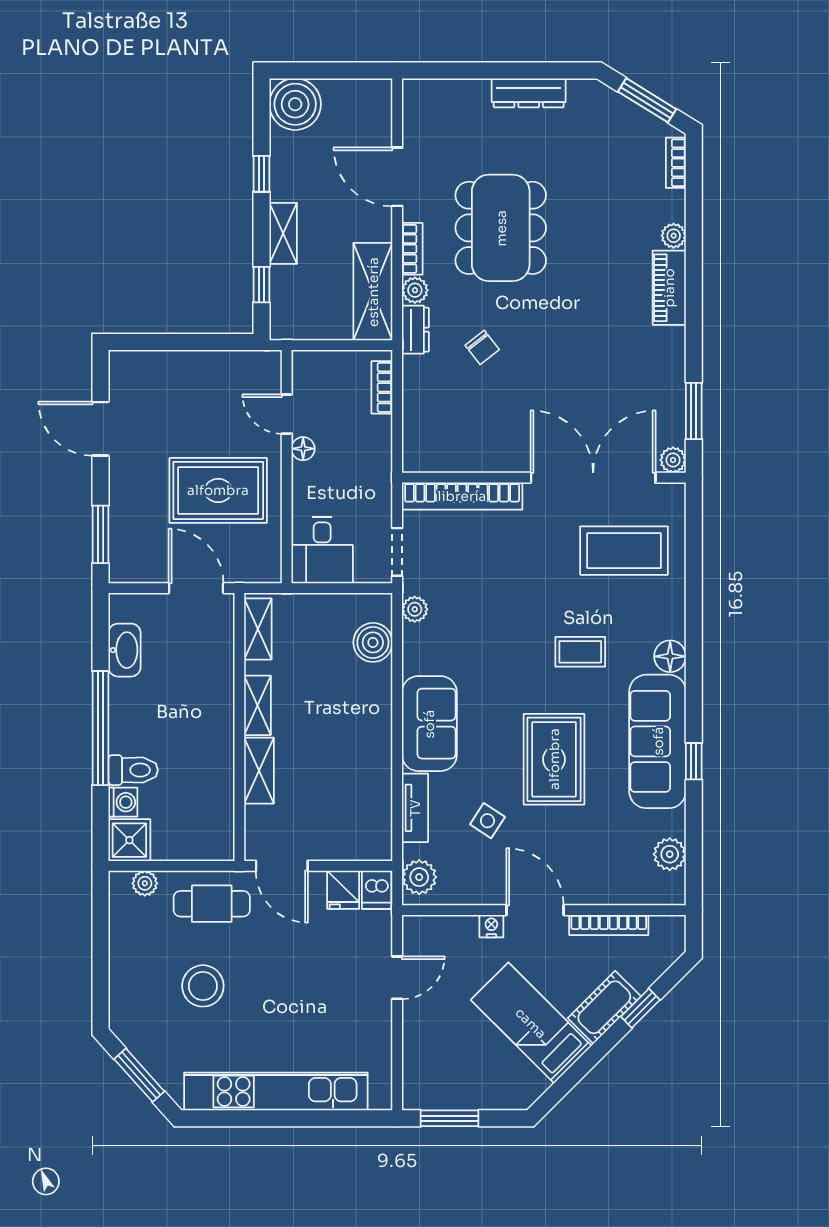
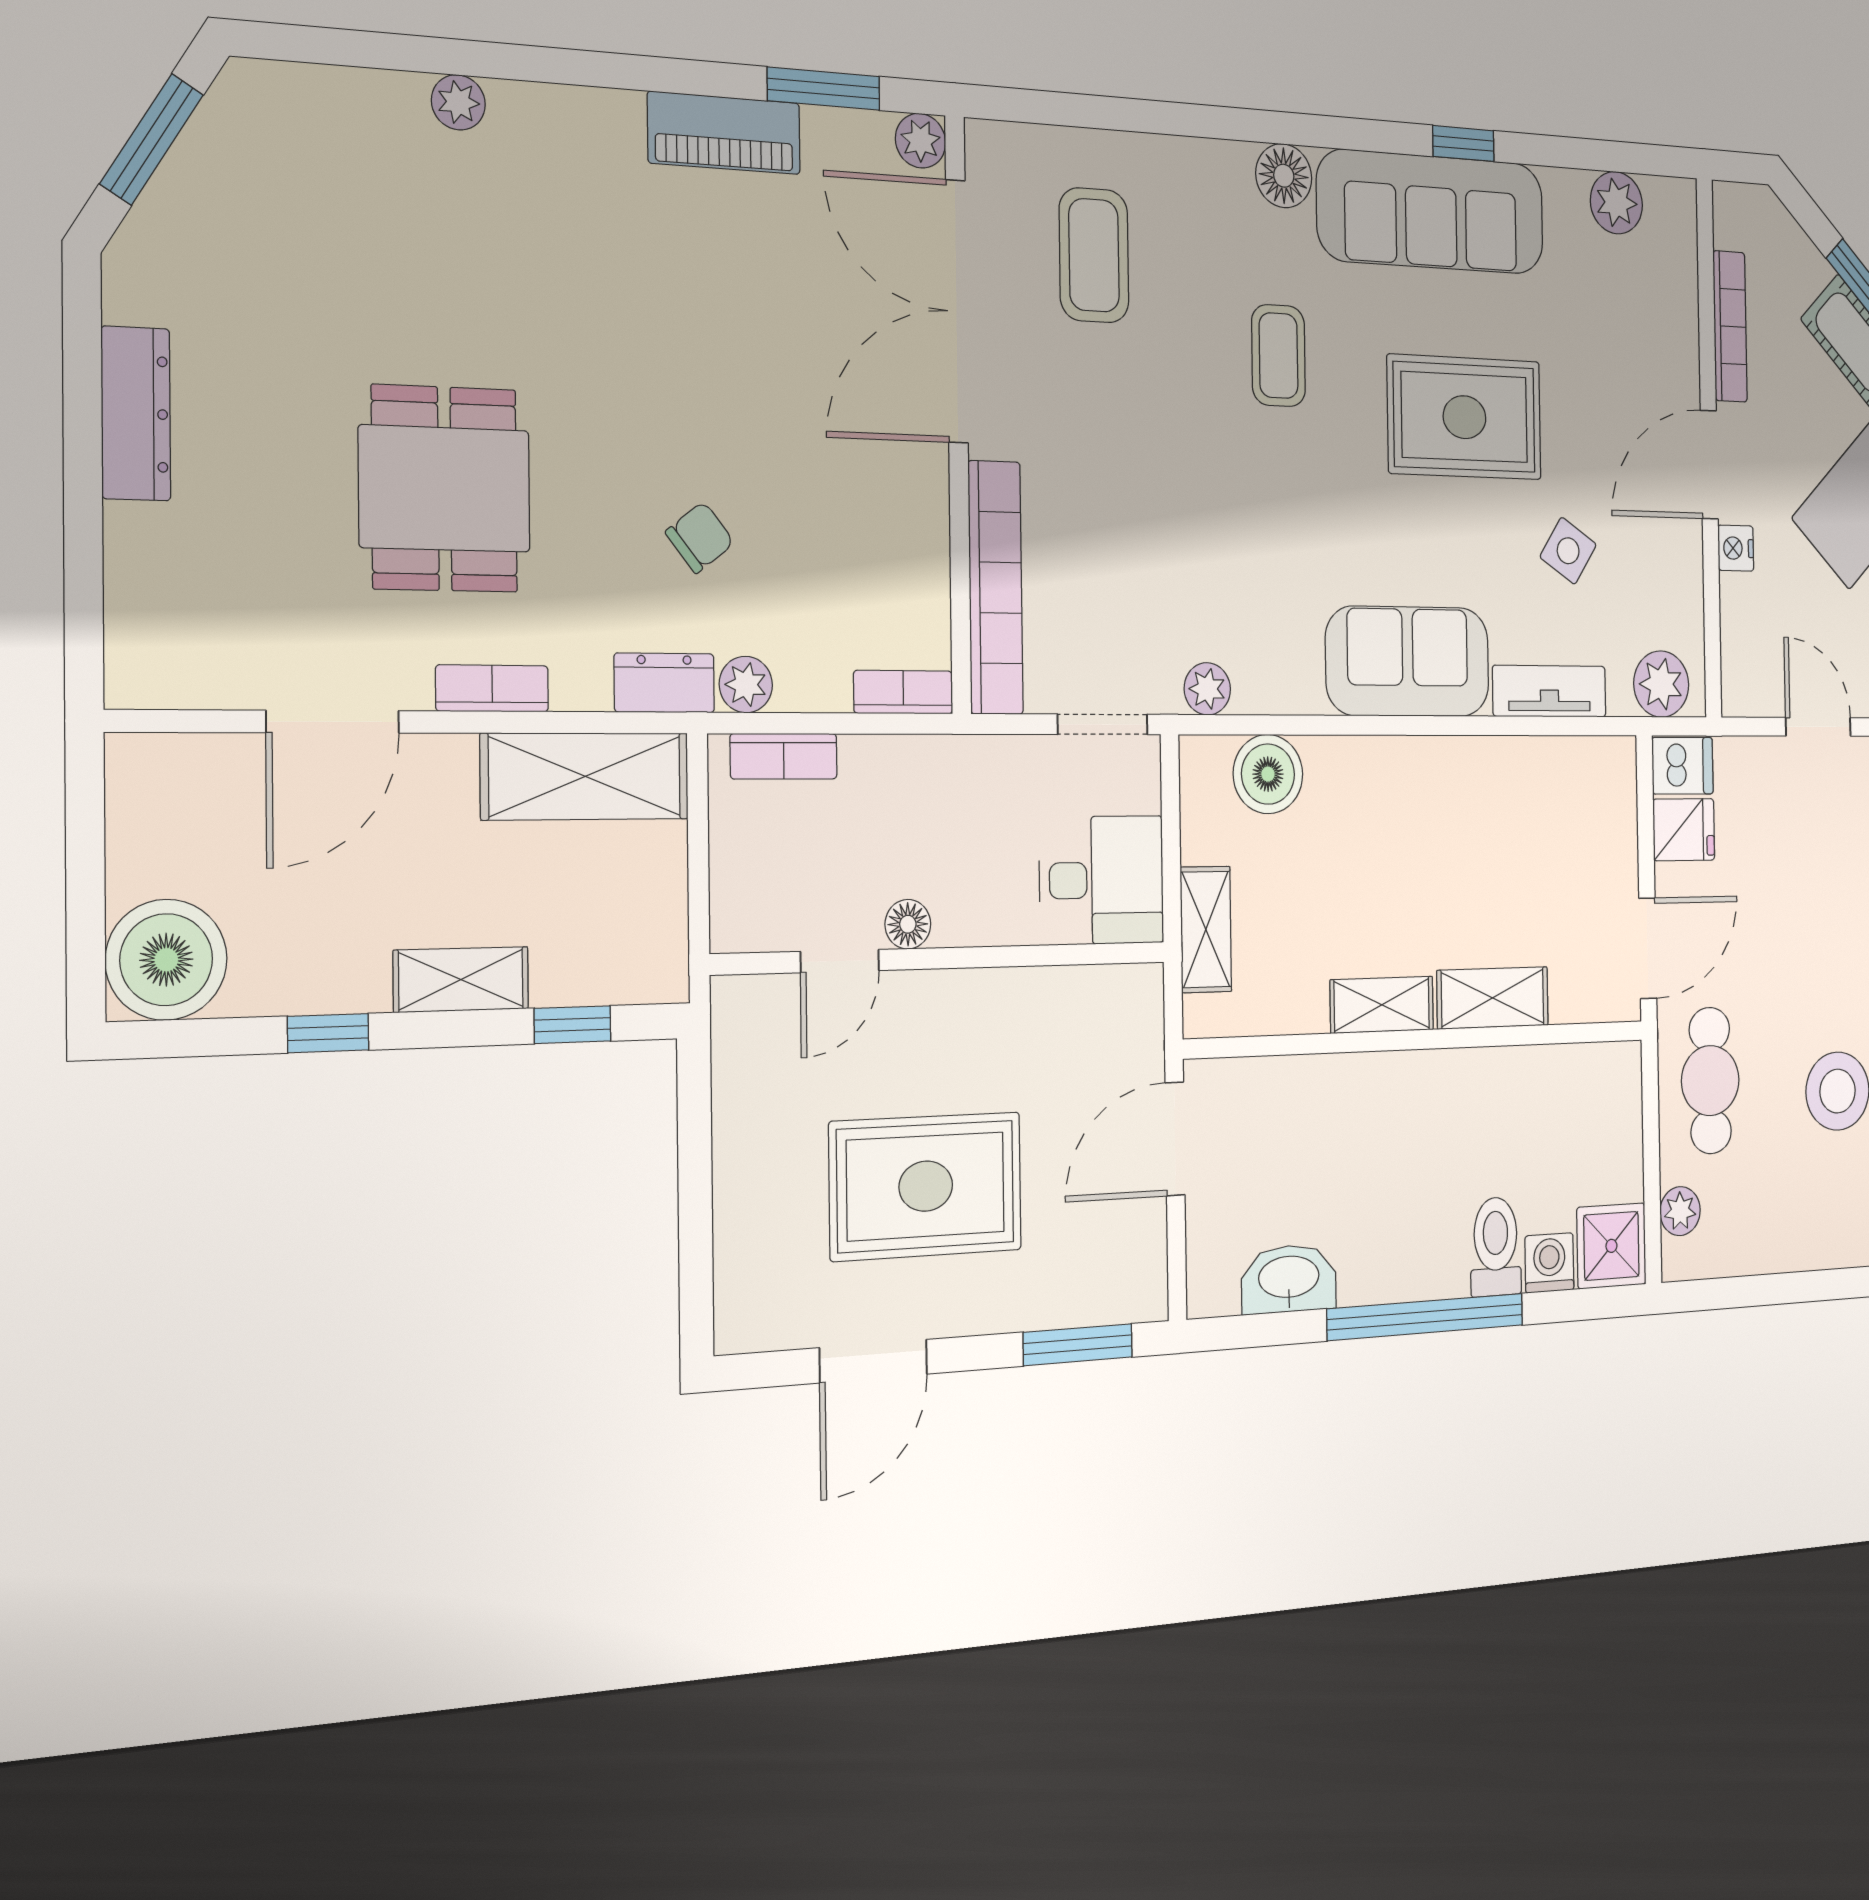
bookcase: (676, 163) -> (903, 692), moved, turned 180
dining table: (501, 228) -> (445, 489), width x0.73
piano: (669, 288) -> (724, 133), moved
plant: (415, 290) -> (746, 685), moved
rug: (218, 490) -> (926, 1186), moved, turned 90
coffee table: (624, 551) -> (1094, 255), width x0.73, depth x0.76
shelving: (258, 629) -> (1206, 929), moved, turned 90

